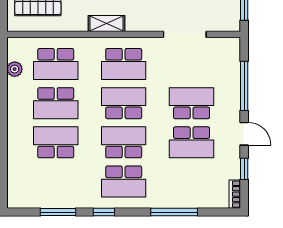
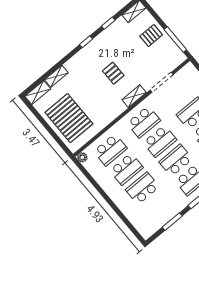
shelving: (106, 23) -> (134, 96), moved
plant: (15, 69) -> (82, 157), moved
school desk: (124, 103) -> (160, 141), turned 180

